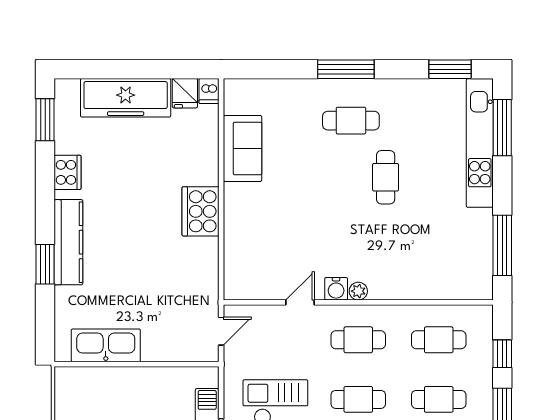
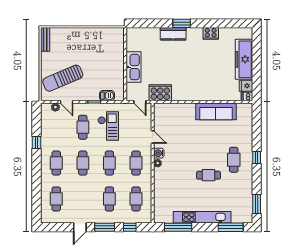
window: (346, 69) -> (257, 158), width x0.46
window: (45, 120) -> (234, 23), removed
kitchen unit: (480, 143) -> (202, 217), moved
sofa: (243, 148) -> (216, 111), width x1.36
cooker: (201, 211) -> (160, 93), moved
kitchen counter: (68, 242) -> (173, 34), width x0.67
window: (45, 264) -> (182, 23), moved
kitchen sink: (106, 345) -> (134, 67), moved

